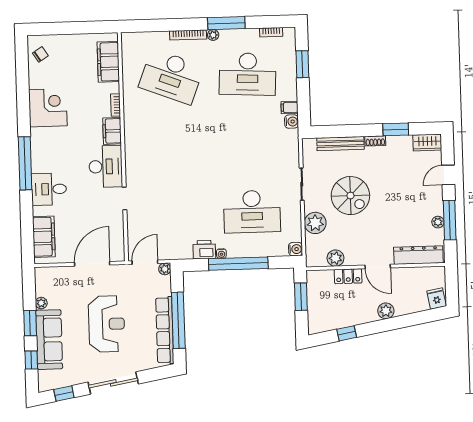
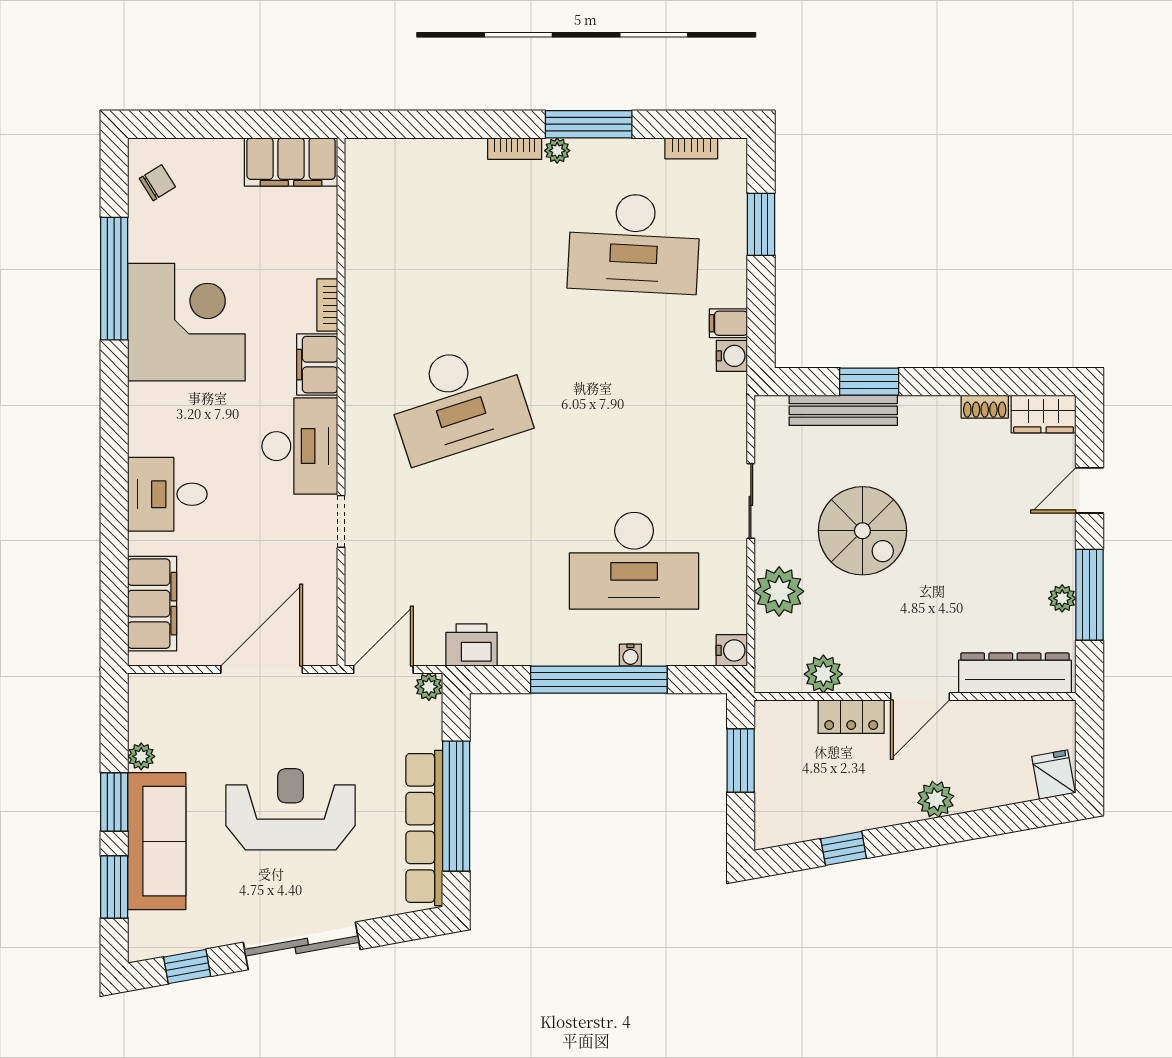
bookcase: (188, 35) -> (515, 149), width x0.64
filing cabinet: (108, 62) -> (291, 162), moved, turned -90
desk: (171, 76) -> (458, 402), moved, turned -39
corner desk: (48, 108) -> (186, 322), width x1.36, depth x1.36
window: (396, 129) -> (869, 382), moved
shoe rack: (375, 141) -> (985, 407), moved
window: (25, 163) -> (114, 279), moved
printer: (204, 250) -> (472, 645), moved
water cooler: (221, 253) -> (630, 655), moved
door: (378, 267) -> (920, 697), hinge flipped
reception desk: (107, 324) -> (291, 809), turned -90
window: (31, 360) -> (114, 887), width x1.50

